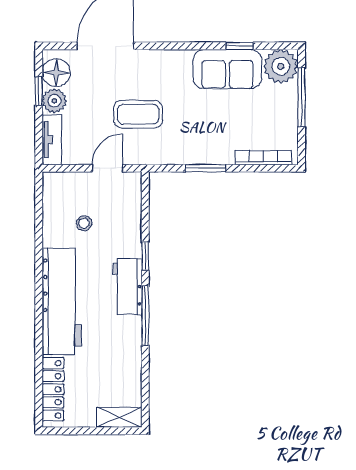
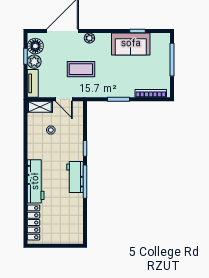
plant: (281, 66) -> (89, 38), moved, width x0.53, depth x0.53
door: (108, 168) -> (64, 99), swing flipped
workbench: (127, 287) -> (75, 177), moved
workbench: (62, 301) -> (36, 181), width x0.73, depth x0.76
shelving: (119, 417) -> (40, 107), moved

